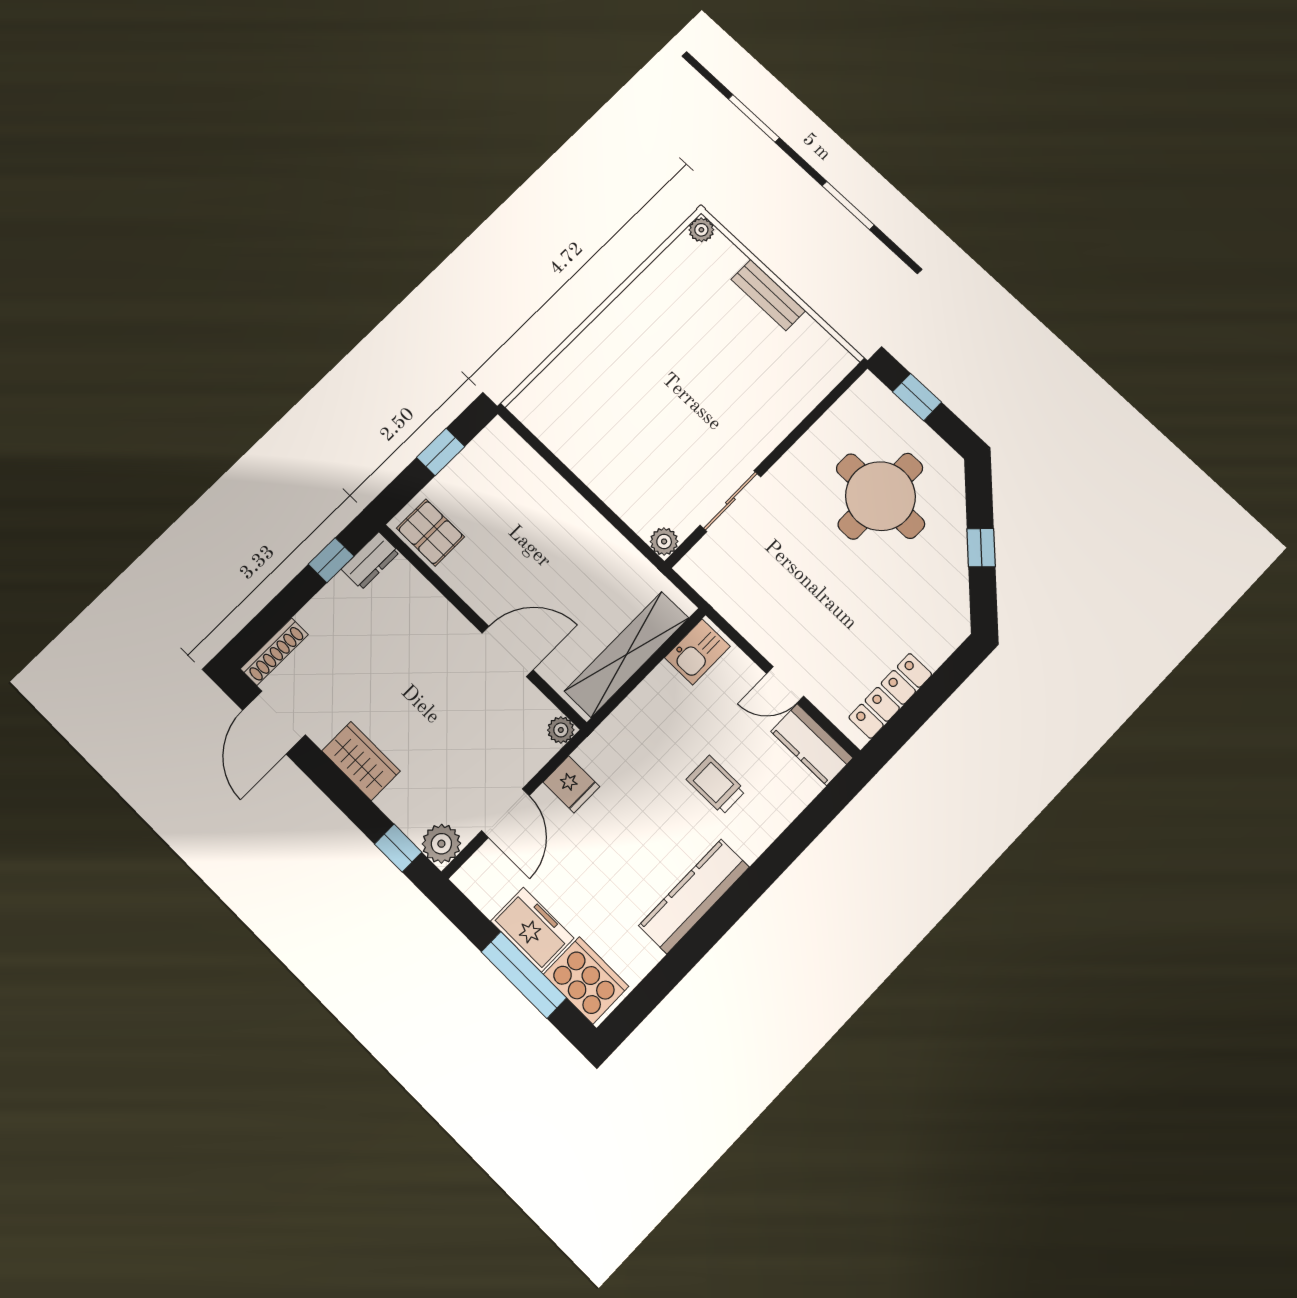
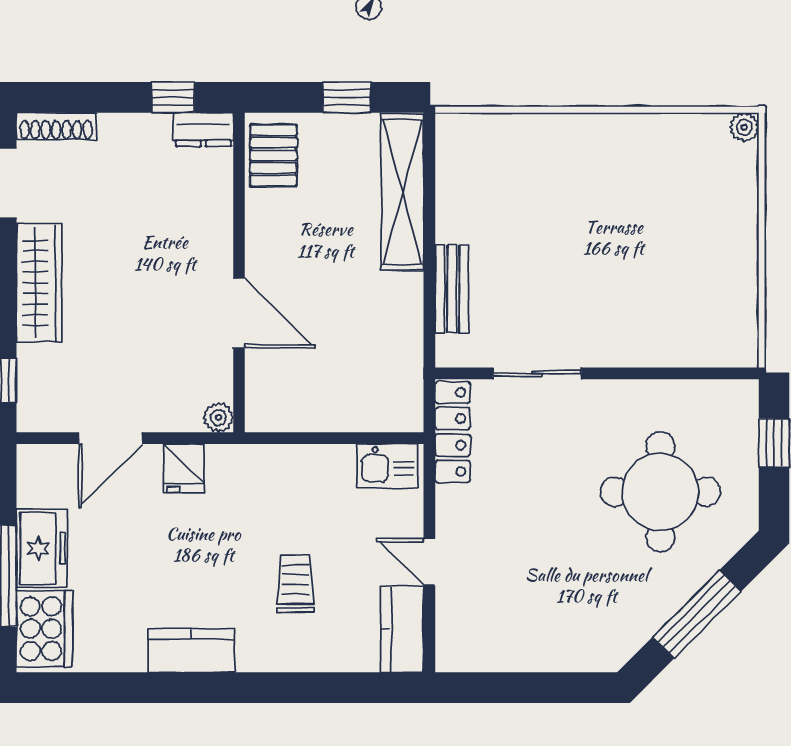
bench: (768, 295) -> (452, 289), moved
plant: (664, 541) -> (451, 352), removed
window: (981, 548) -> (697, 614), width x2.17
shelving: (627, 654) -> (402, 192), moved, turned 90
locker: (890, 696) -> (453, 432), moved, turned 90
wardrobe: (361, 761) -> (39, 283), width x1.50
plant: (441, 844) -> (38, 411), removed
kitchen counter: (694, 896) -> (191, 651), width x0.67

